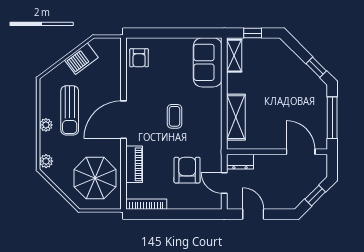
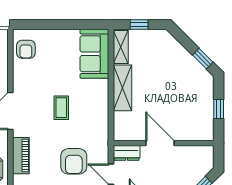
shelving: (236, 117) -> (123, 88), moved
window: (332, 118) -> (219, 109), width x0.46
door: (301, 152) -> (160, 143), moved
armchair: (187, 170) -> (74, 161), turned 180

